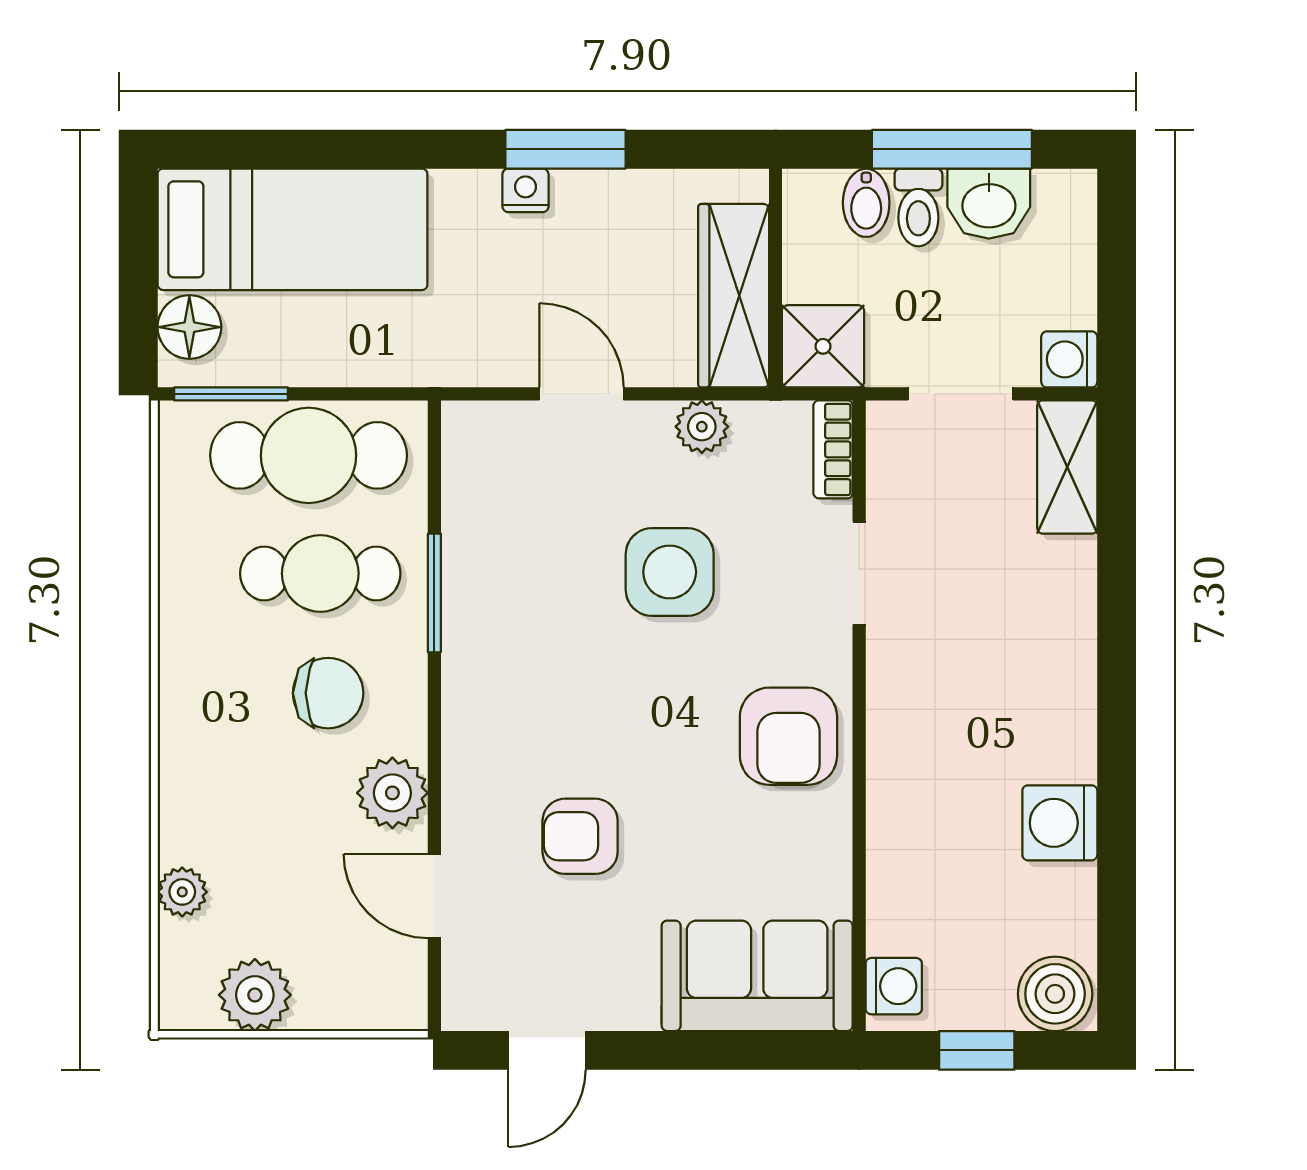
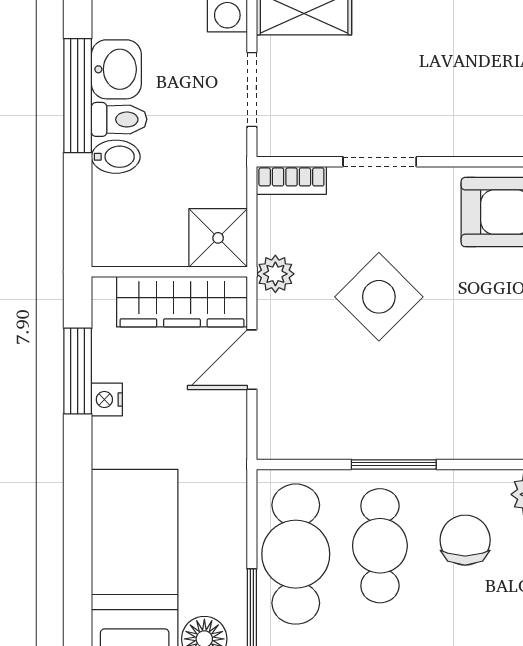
wall: (775, 278) -> (169, 272), moved
wardrobe: (734, 296) -> (182, 302), moved
shower: (823, 346) -> (218, 238), moved
side table: (670, 572) -> (379, 297), turned 45

